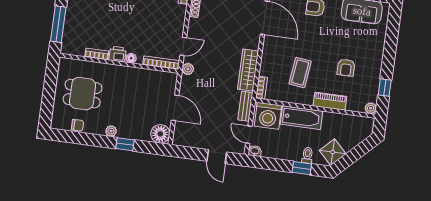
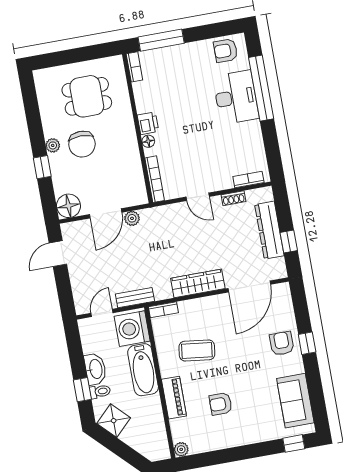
door: (183, 46) -> (198, 197), moved
bookcase: (97, 54) -> (134, 67), moved
plant: (188, 69) -> (132, 218), moved
wardrobe: (248, 70) -> (198, 283), moved
window: (385, 87) -> (294, 443), moved
dining table: (83, 94) -> (87, 96), turned 90
chair: (77, 125) -> (82, 144), moved, width x1.87, depth x1.87
washbasin: (255, 151) -> (95, 369), moved, width x1.91, depth x1.45
door: (217, 157) -> (58, 254), moved

